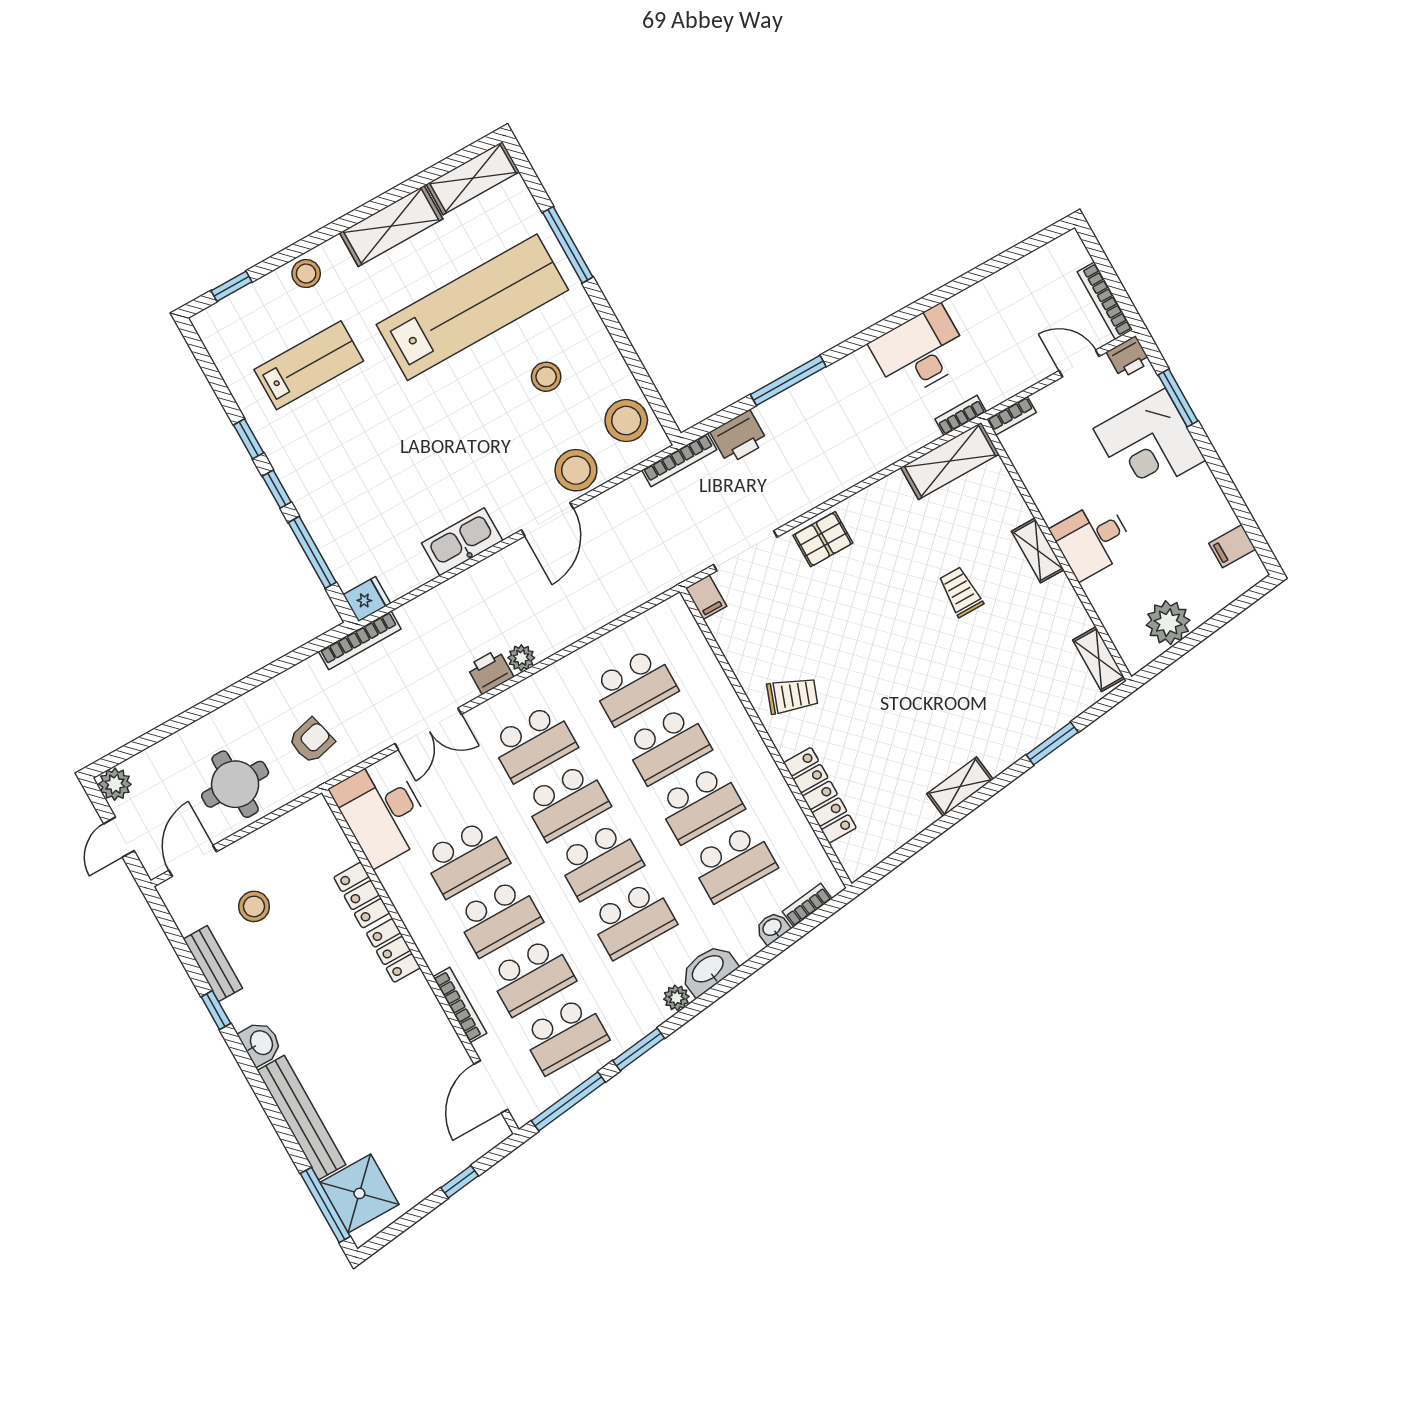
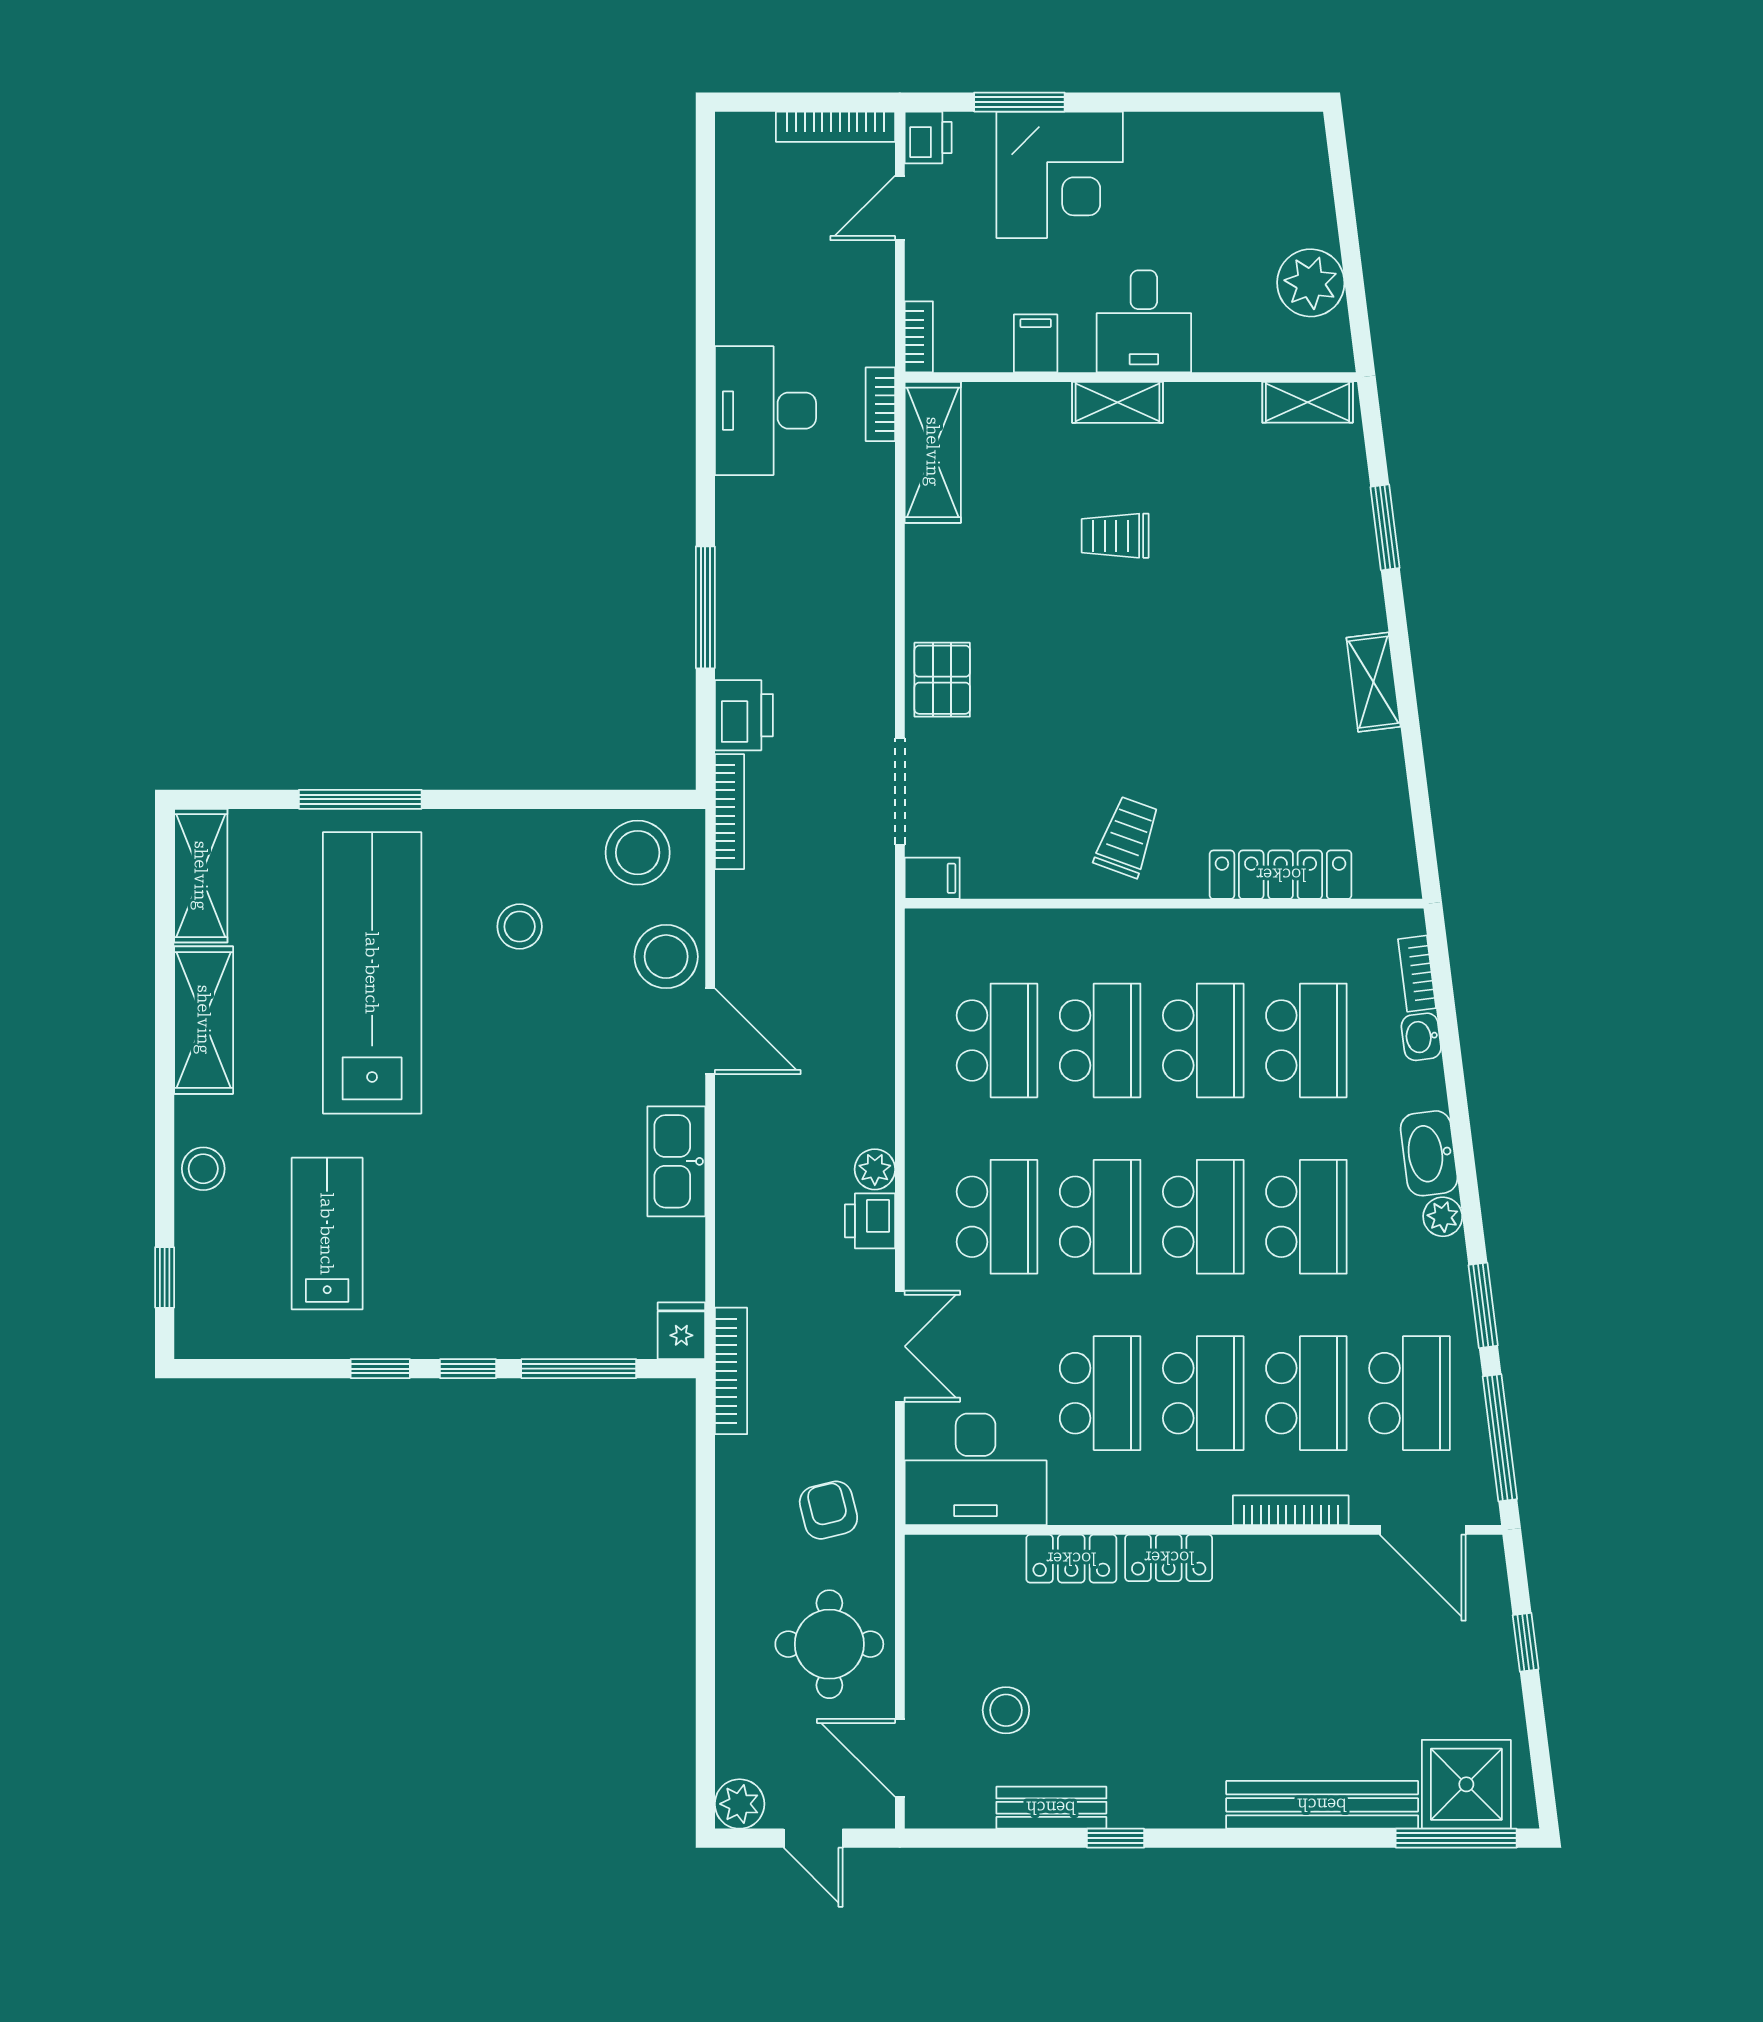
filing cabinet: (1232, 546) -> (1036, 343), moved, turned 180
washbasin: (261, 1043) -> (1193, 1803), removed

